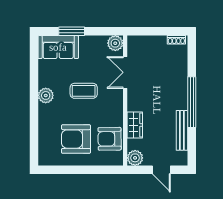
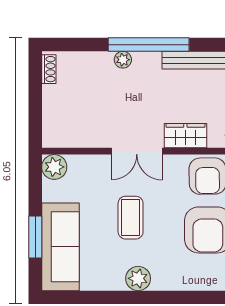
sofa: (58, 47) -> (60, 247), width x1.36
double door: (125, 72) -> (137, 151), moved
plant: (182, 86) -> (123, 60), added

